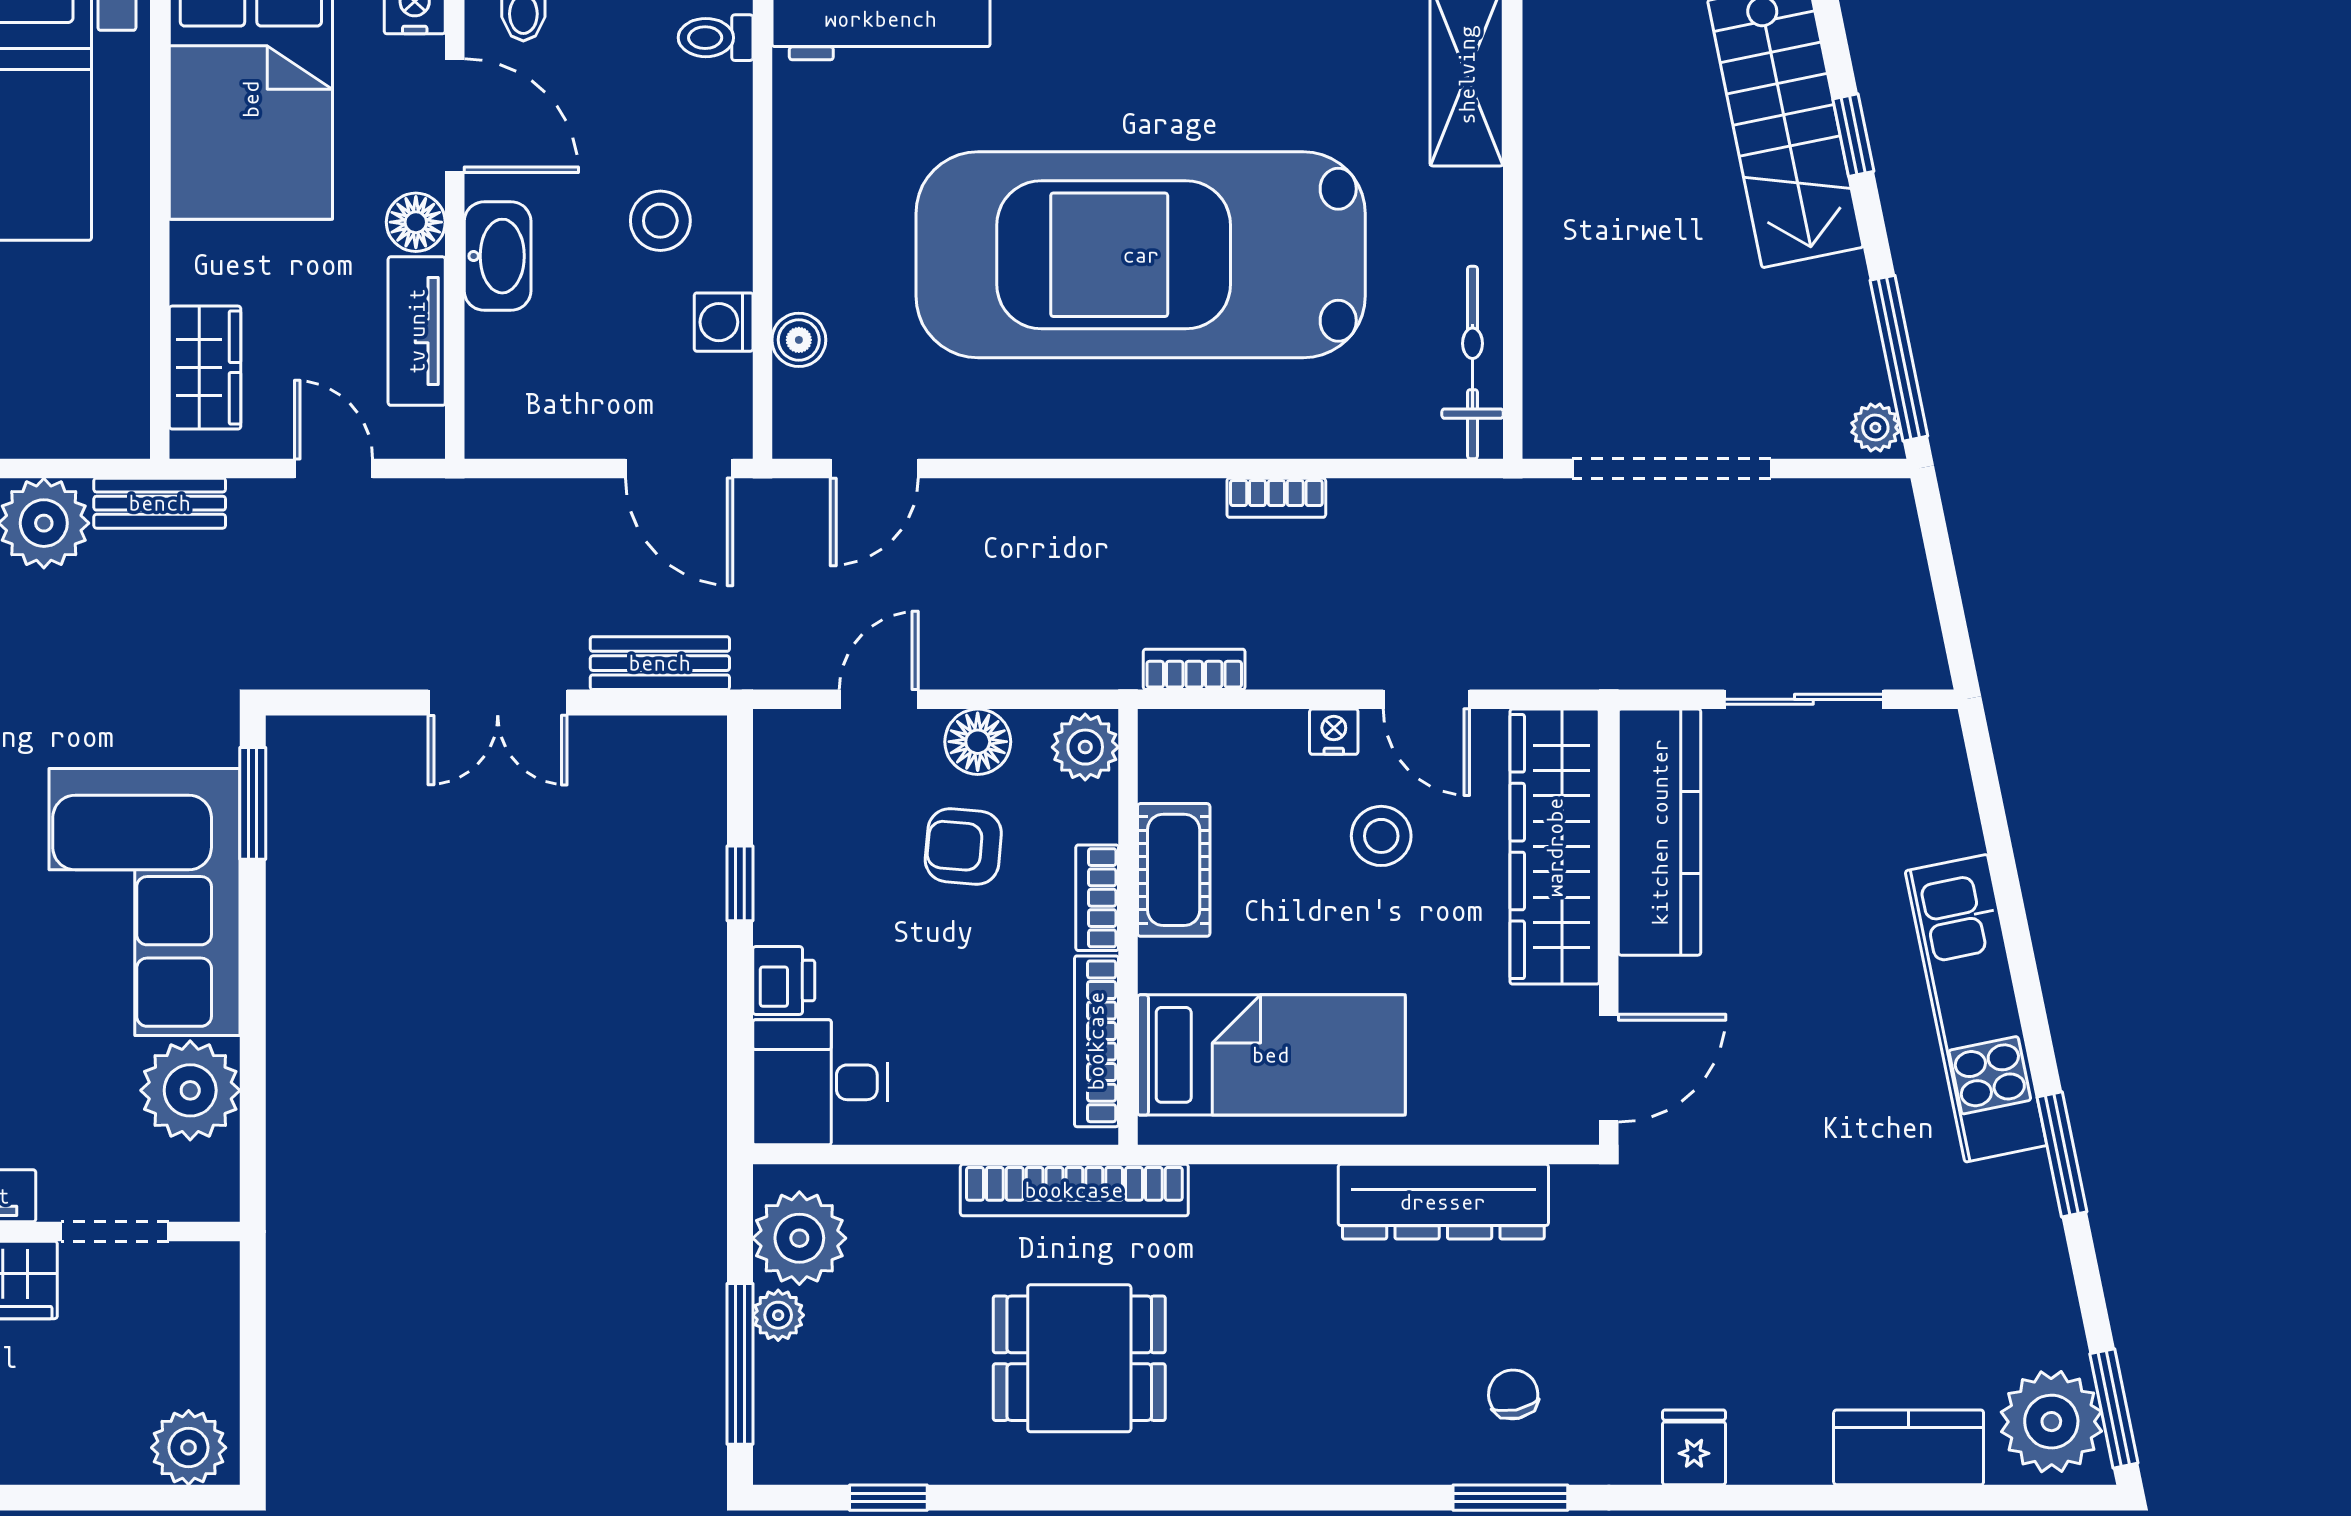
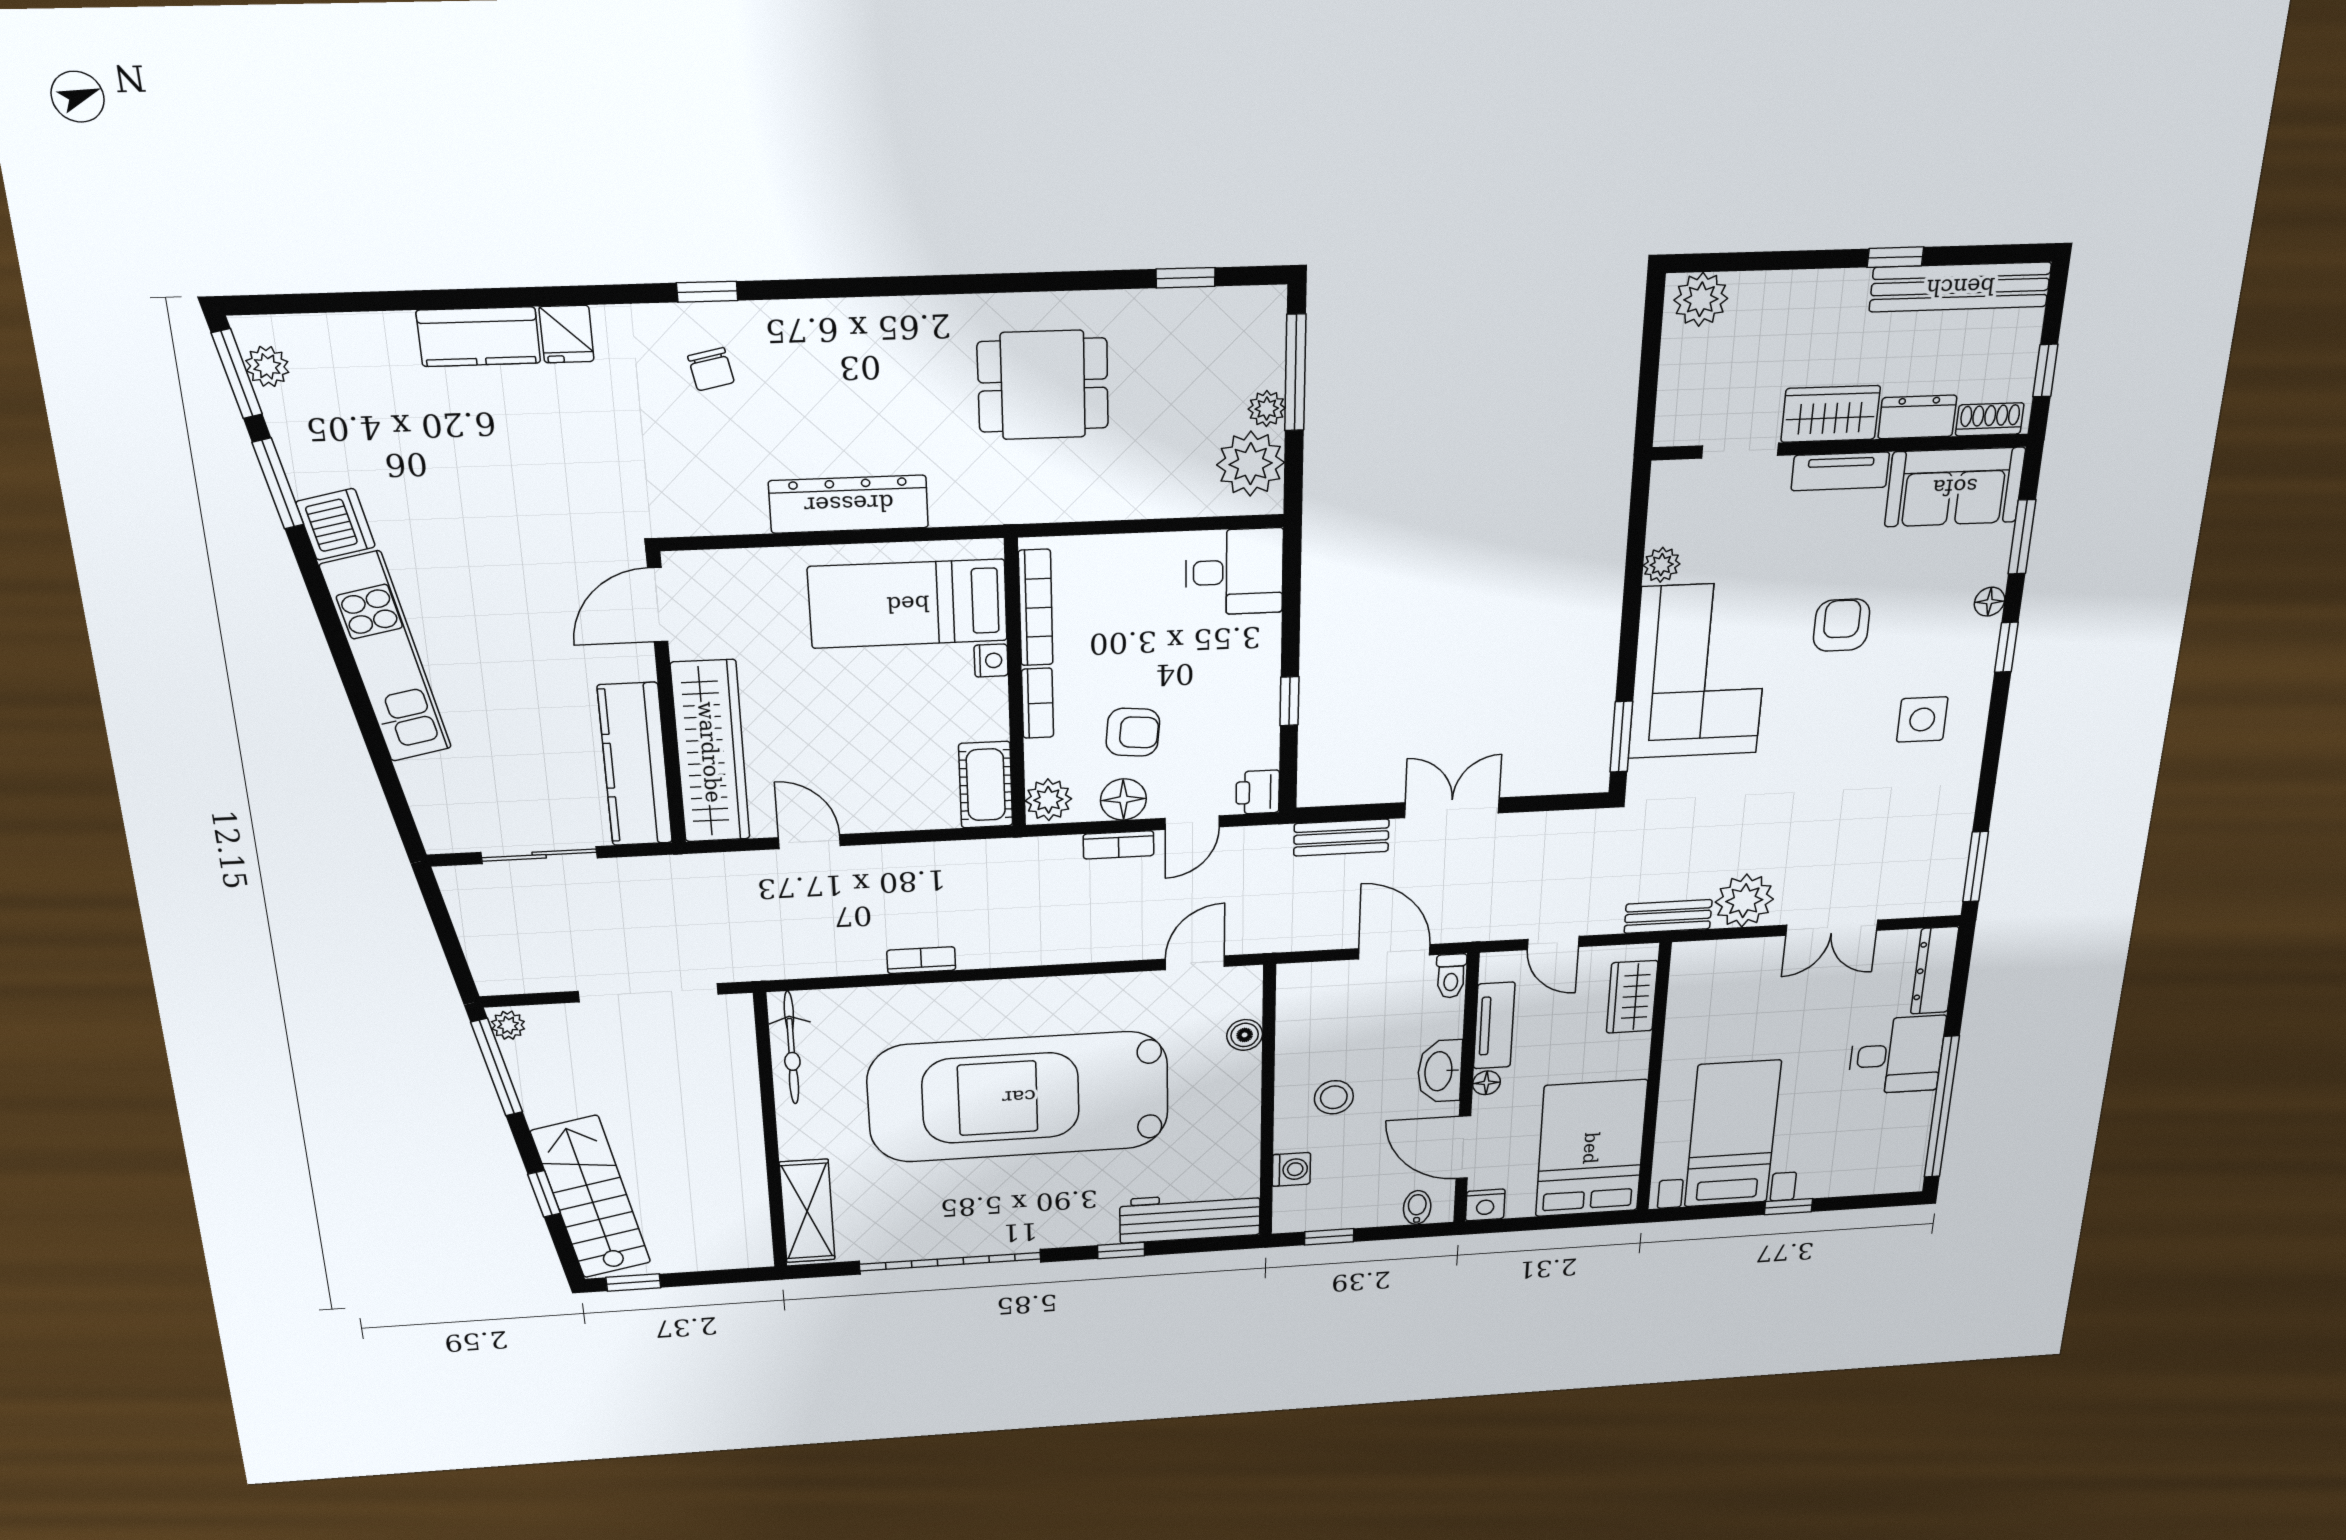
toilet: (716, 38) -> (1451, 976), moved, turned 90
floor lamp: (416, 222) -> (1486, 1083), width x0.73, depth x0.73
car: (1141, 255) -> (1019, 1097), turned 180
washing machine: (724, 322) -> (1291, 1169), moved
door: (679, 468) -> (1394, 952), moved
bookcase: (1194, 669) -> (1119, 845), moved
nightstand: (1334, 732) -> (991, 661), moved, turned -90
stool: (1381, 836) -> (836, 753), removed
cot: (1174, 870) -> (986, 785), moved
printer: (784, 981) -> (1258, 792), moved
plant: (190, 1090) -> (1662, 565), width x0.53, depth x0.53
window: (2062, 1154) -> (278, 484), moved
bookcase: (1074, 1190) -> (1049, 505), removed
dishwasher: (2018, 1200) -> (336, 524), added
dresser: (1443, 1202) -> (849, 504), moved
plant: (2051, 1422) -> (267, 366), width x0.53, depth x0.53
kitchen counter: (1909, 1447) -> (479, 337), moved
window: (1510, 1498) -> (707, 292), width x0.67

